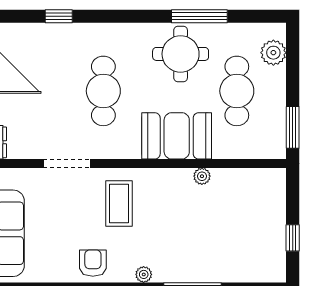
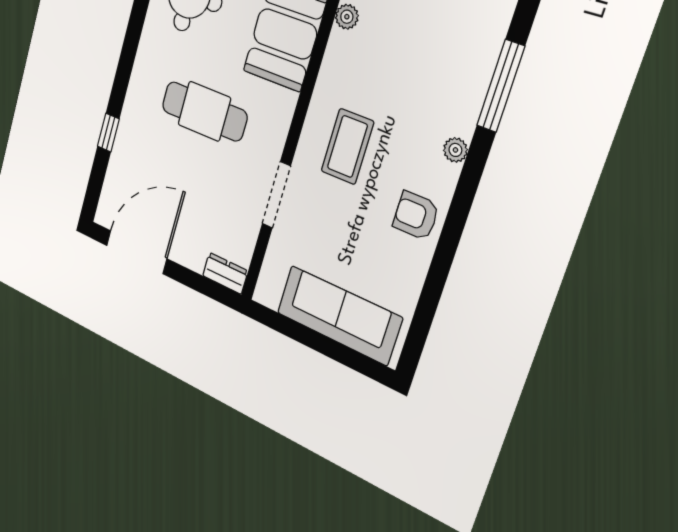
coffee table: (119, 203) -> (347, 146), turned 90

